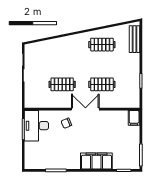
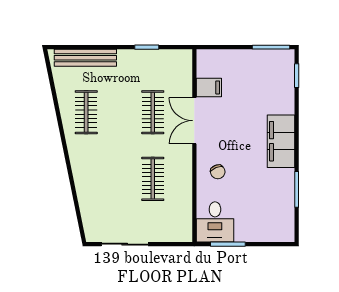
bench: (135, 39) -> (85, 58), width x1.36
double door: (85, 109) -> (194, 121), moved
filing cabinet: (134, 118) -> (209, 87), moved
desk: (36, 126) -> (215, 222), width x0.73
filing cabinet: (96, 161) -> (281, 141), moved

